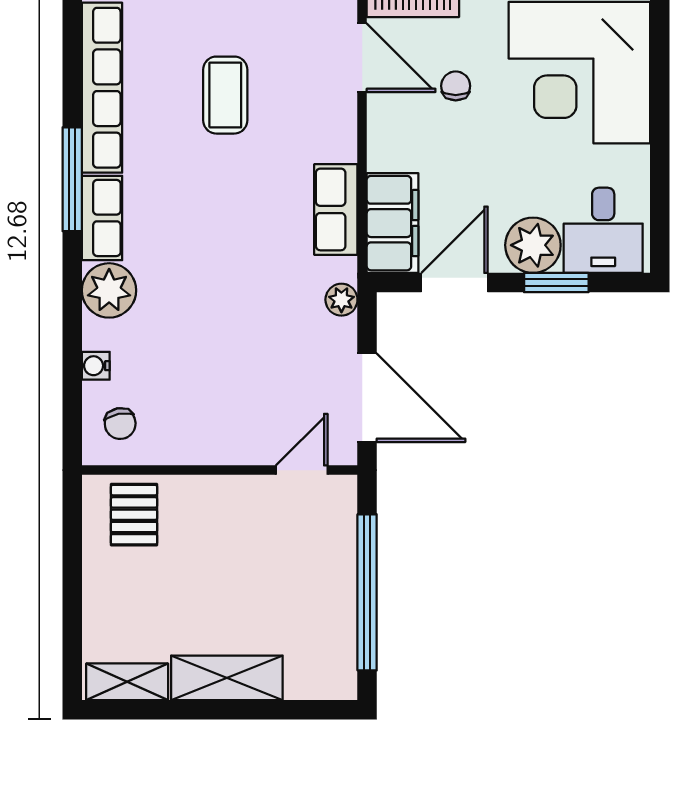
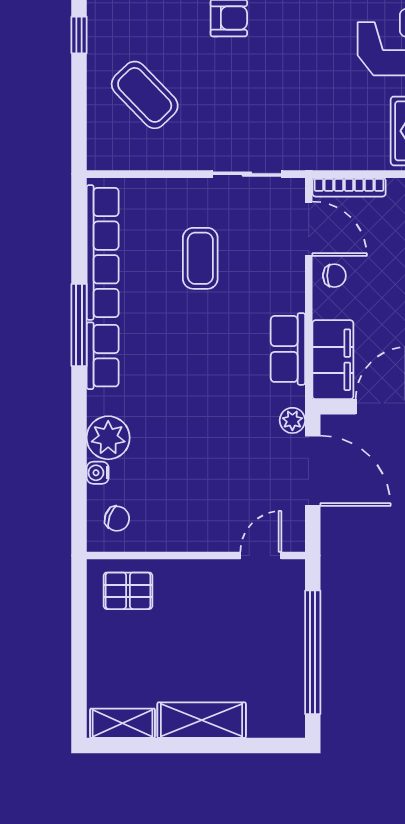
chair: (456, 86) -> (334, 276), moved, turned 90
plant: (109, 290) -> (108, 438), moved
door: (367, 398) -> (313, 471), moved
chair: (120, 424) -> (117, 519), turned -59
pallet: (134, 515) -> (128, 591), turned 90

